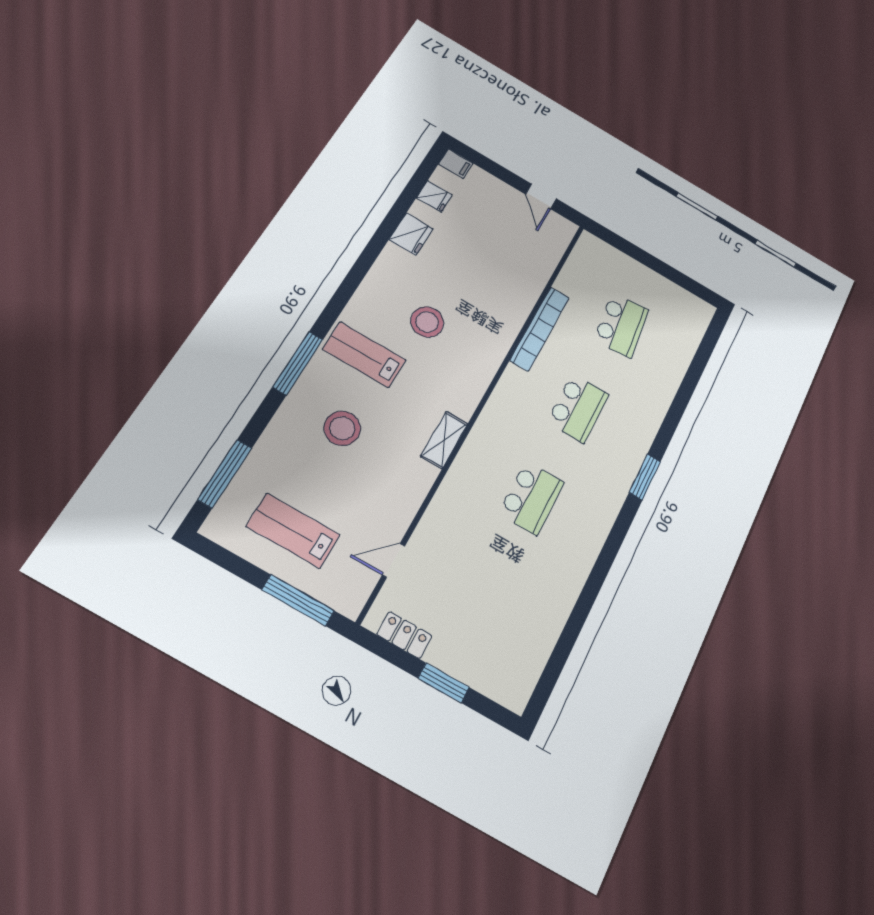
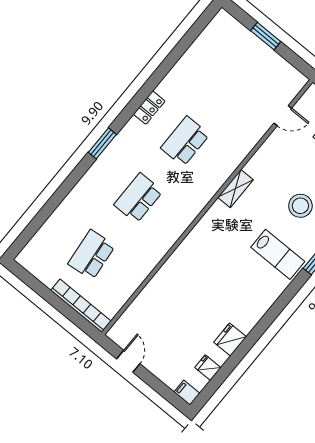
stool: (427, 322) -> (231, 273), removed
bookcase: (540, 329) -> (81, 306), moved, turned 90
locker: (404, 635) -> (149, 108), moved, turned -90

